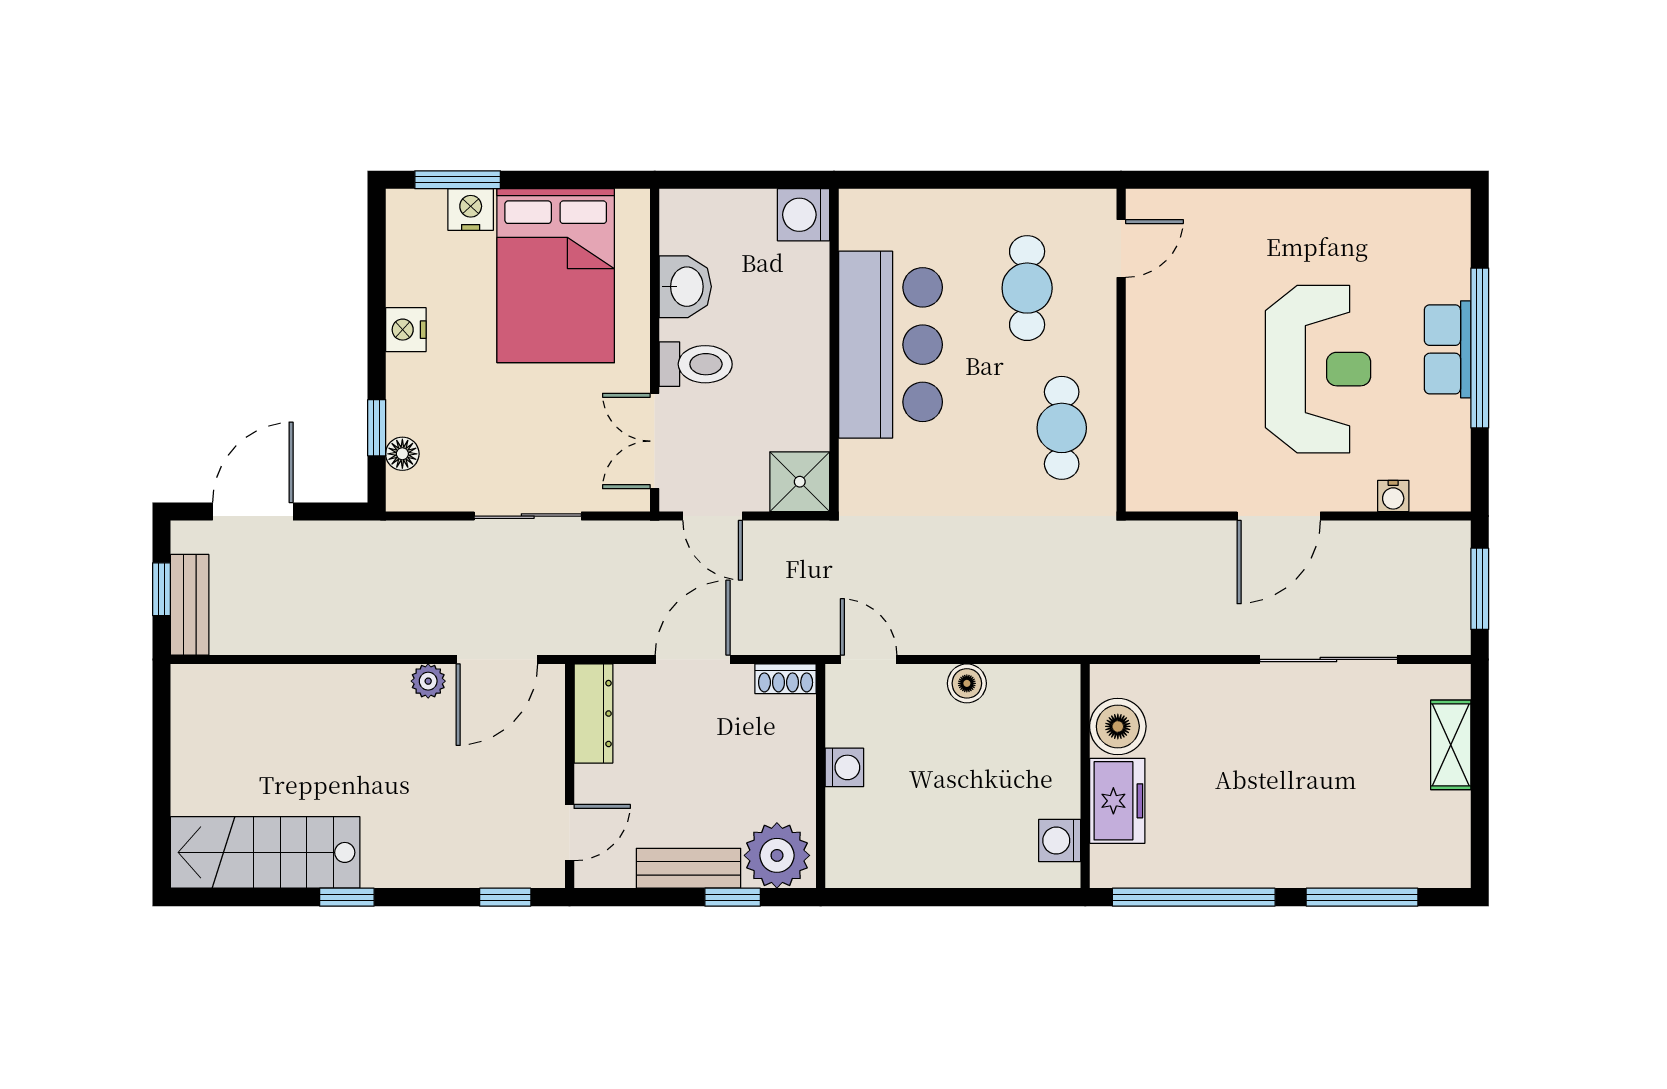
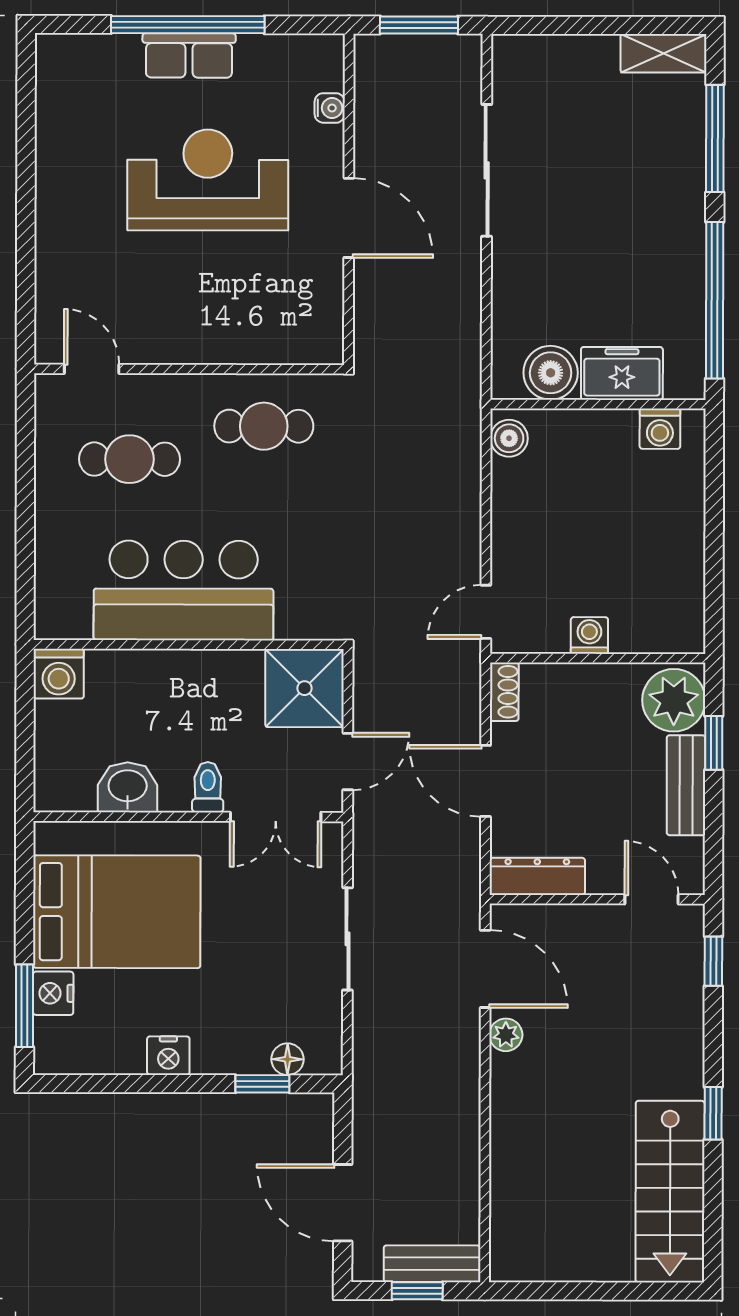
toilet: (696, 364) -> (208, 787), width x0.73, depth x0.72
shower: (800, 482) -> (305, 688), width x1.36, depth x1.36
boiler: (967, 683) -> (509, 438), moved
shelving: (1451, 745) -> (663, 53), moved

